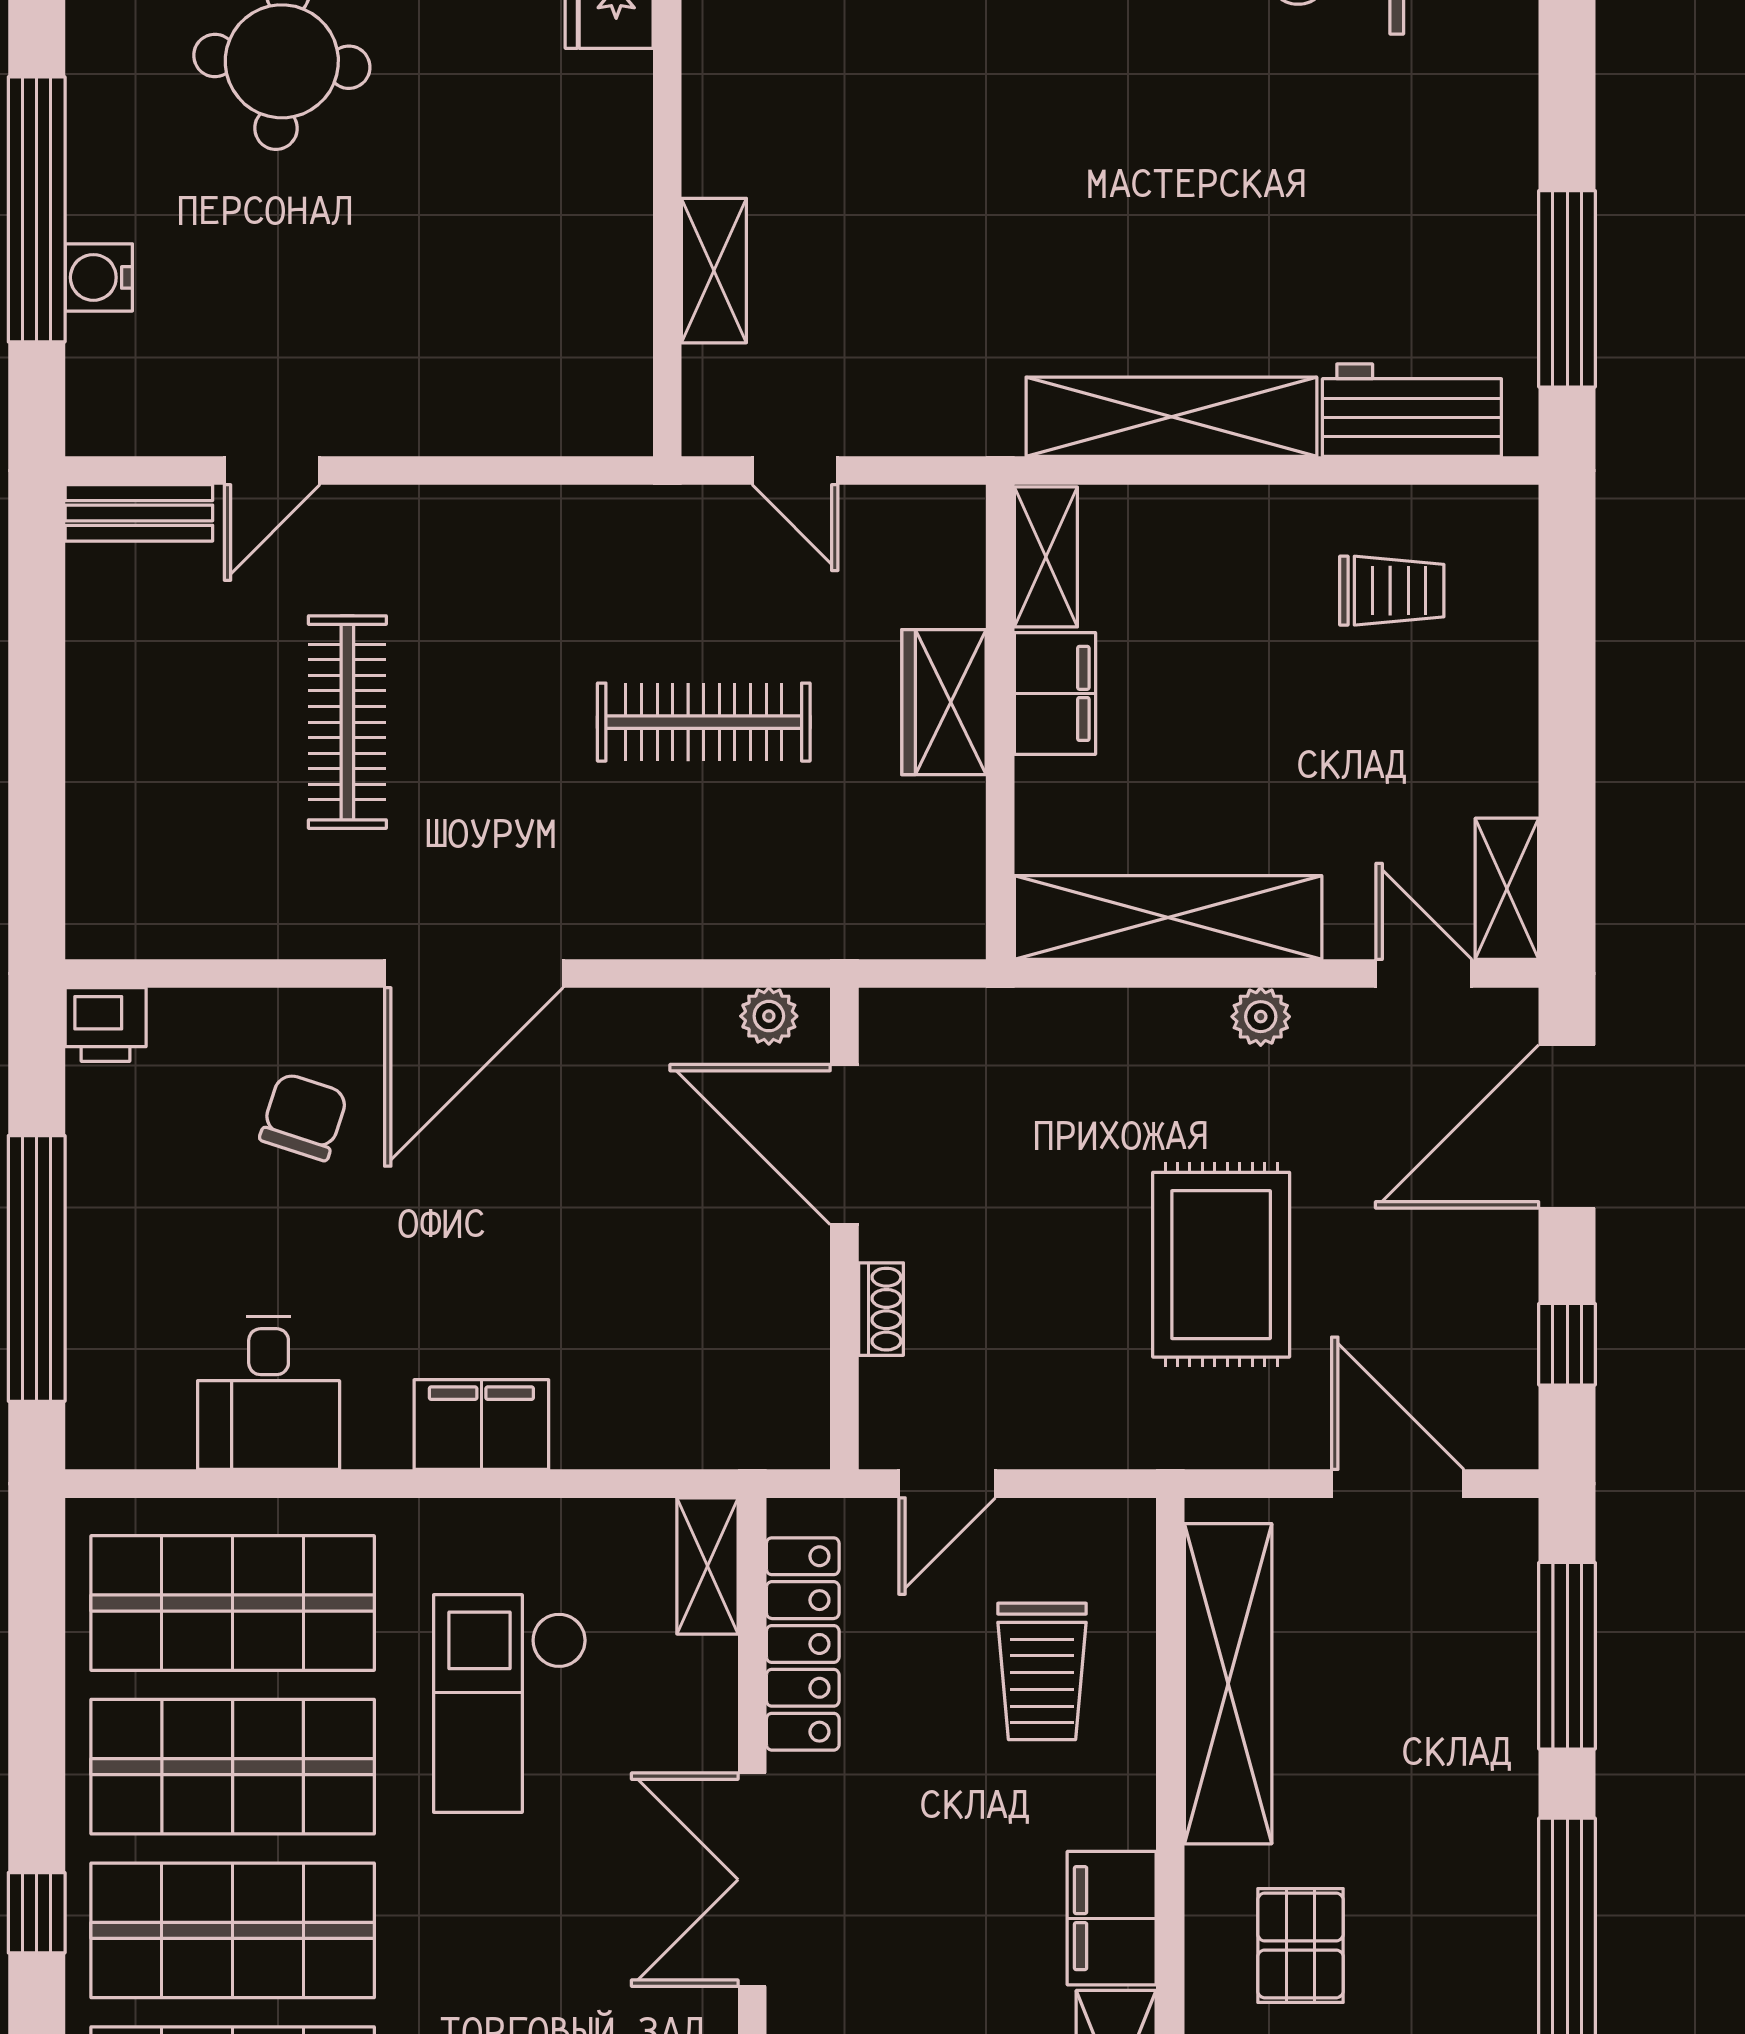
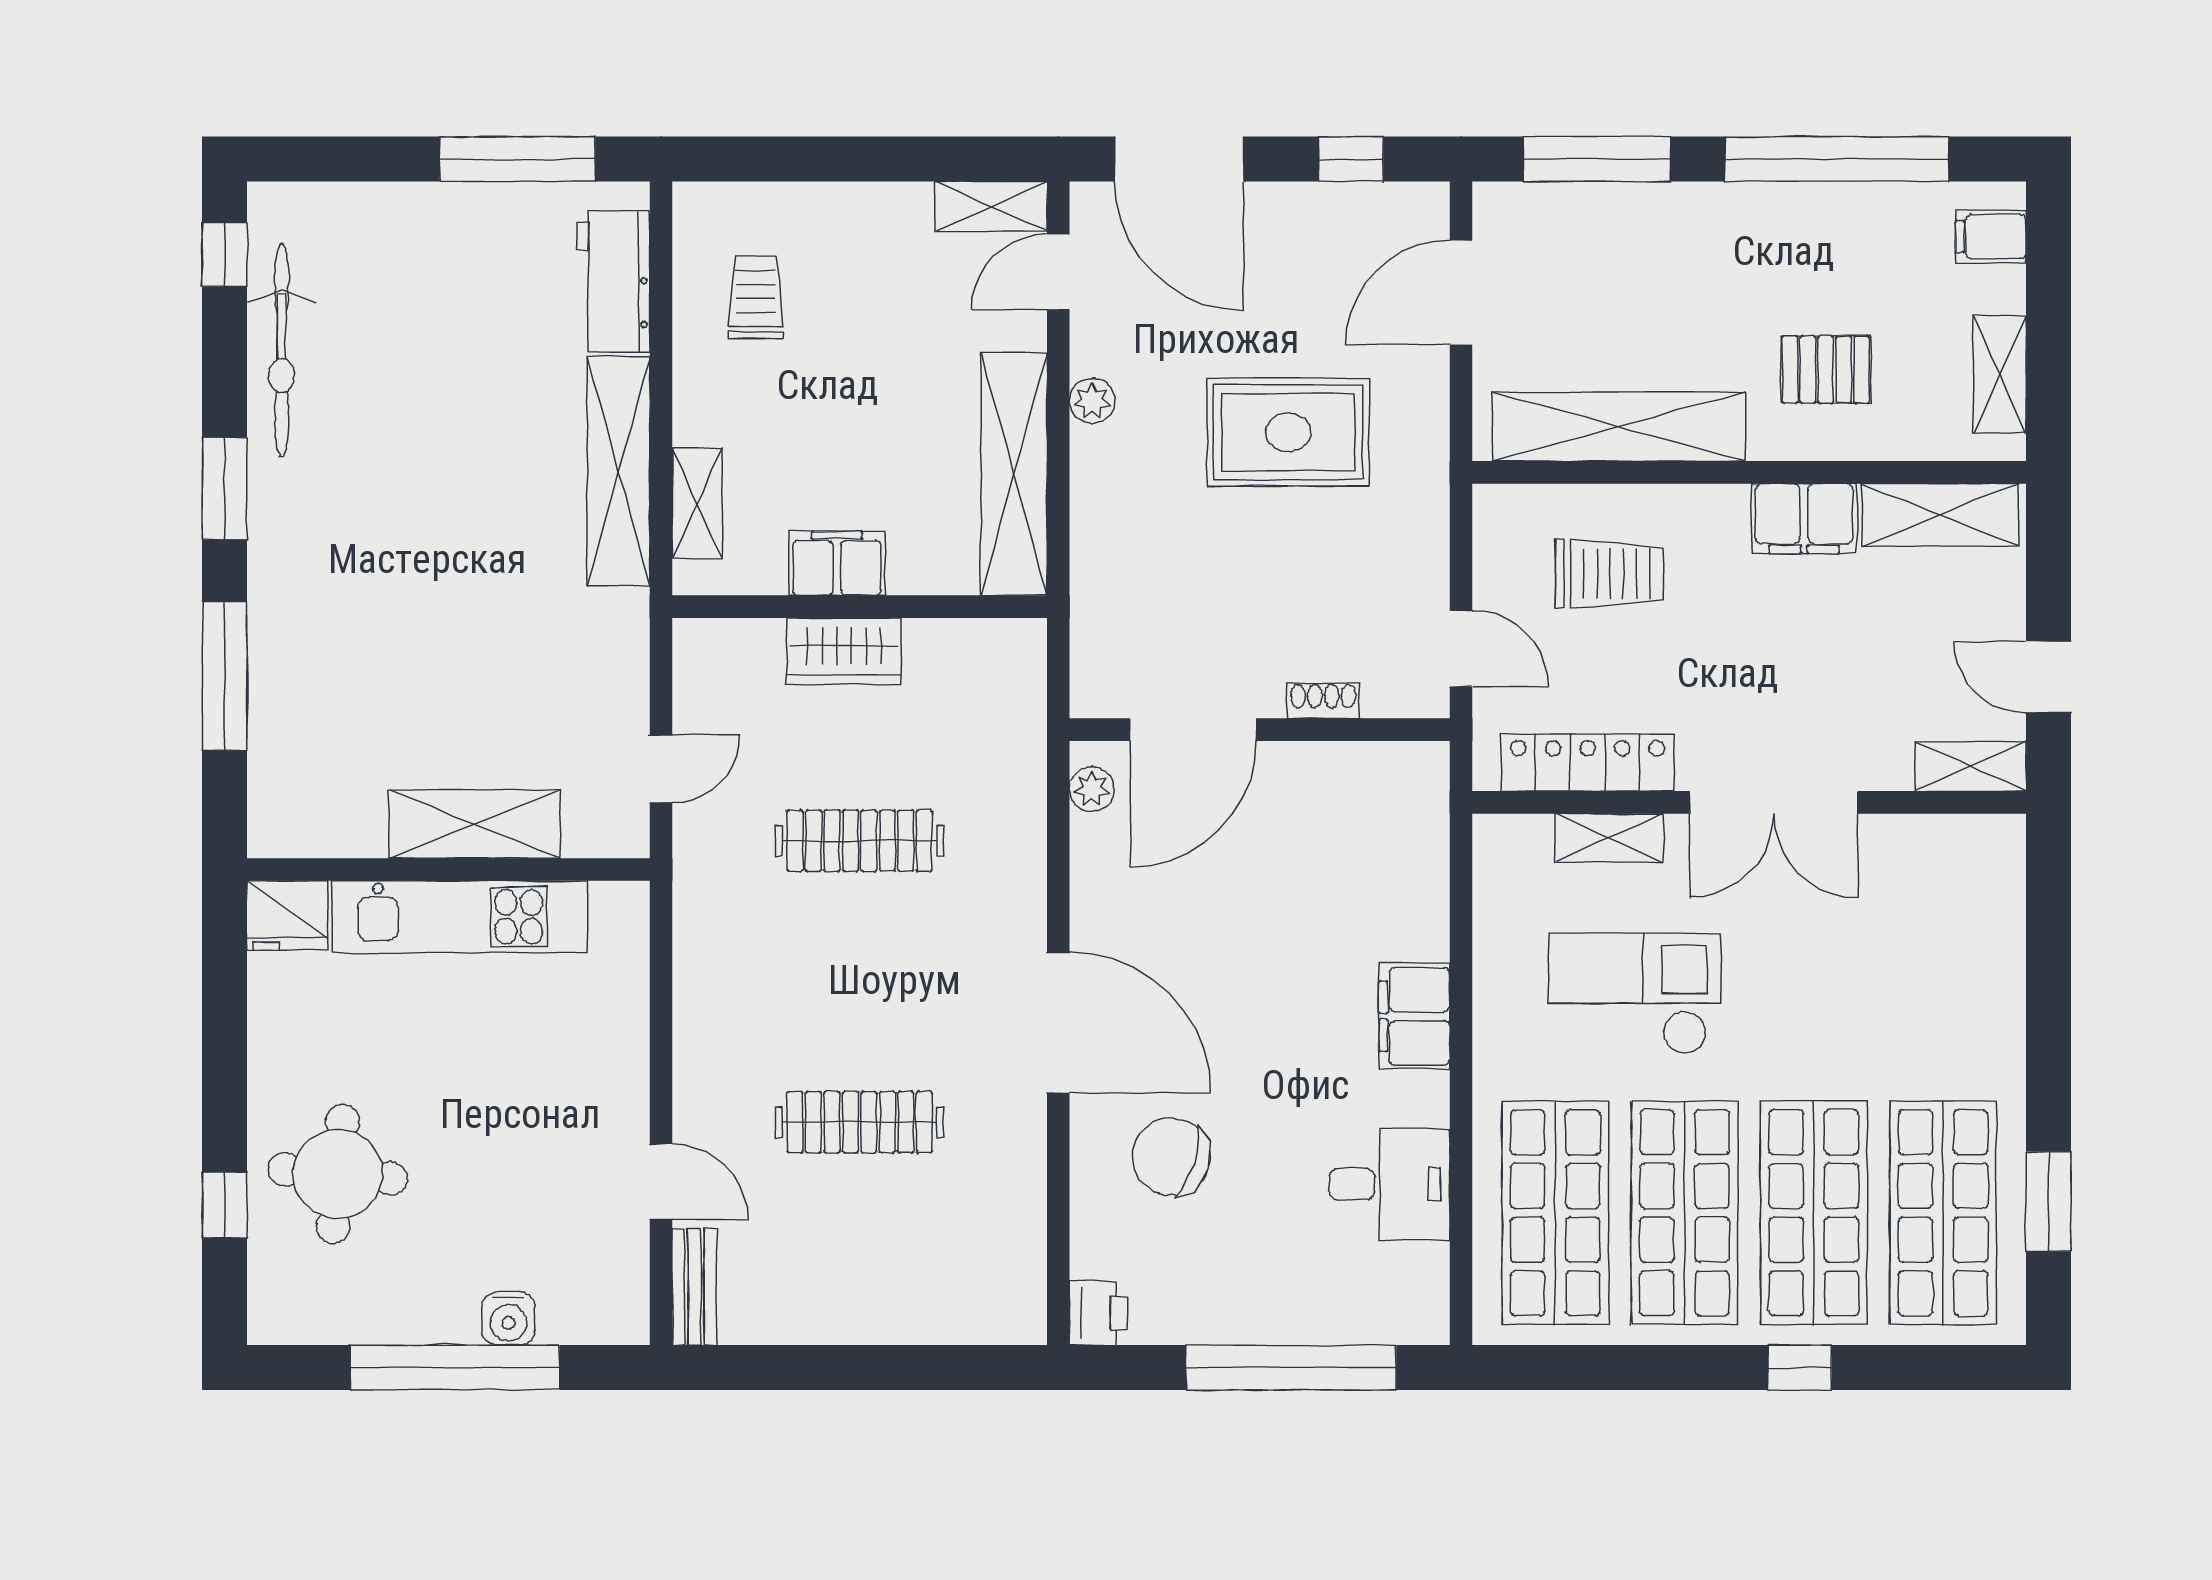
kitchen unit: (607, 216) -> (460, 917), added
shelving: (714, 271) -> (475, 824), width x1.50, depth x1.33
shelving: (1046, 557) -> (697, 503), moved, turned 90
clothes rail: (704, 722) -> (860, 841), turned 90
chair: (304, 1117) -> (1171, 1157), width x1.37, depth x1.37
shelving: (707, 1566) -> (1609, 838), moved
checkout: (510, 1704) -> (1635, 994), turned 180

